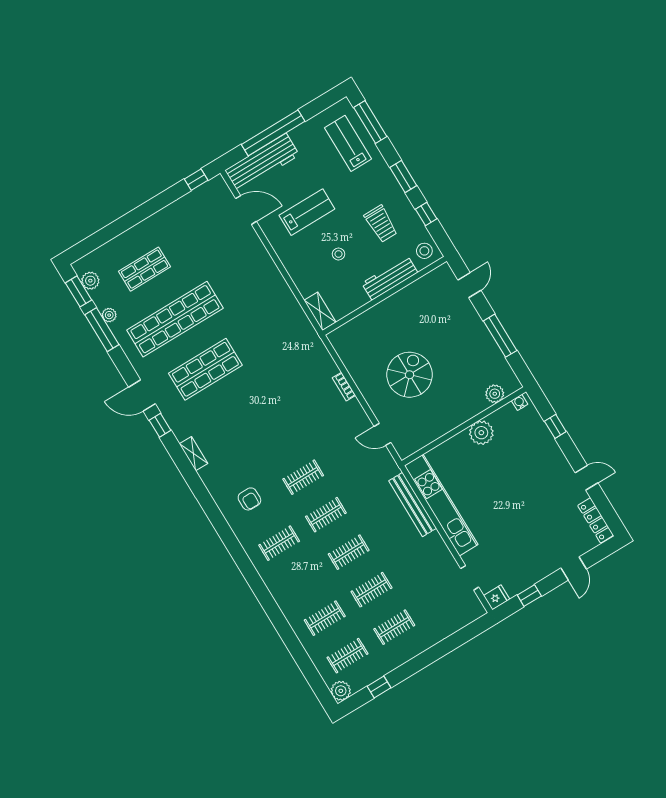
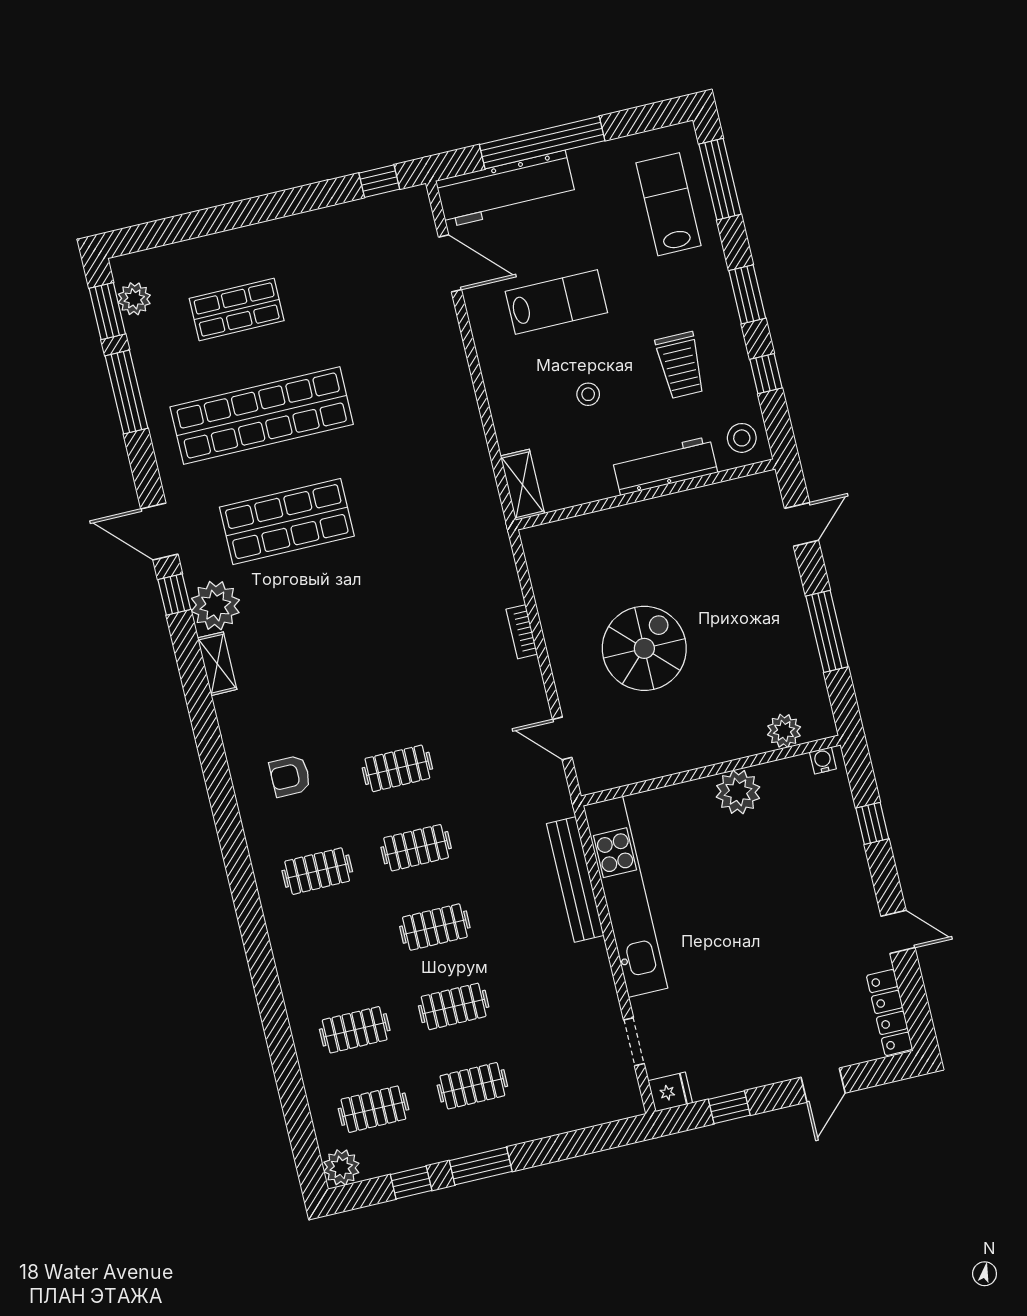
plant: (109, 315) -> (215, 606), moved, width x1.88, depth x1.88
armchair: (249, 499) -> (290, 776), turned 90
window: (412, 667) -> (481, 1166), added

